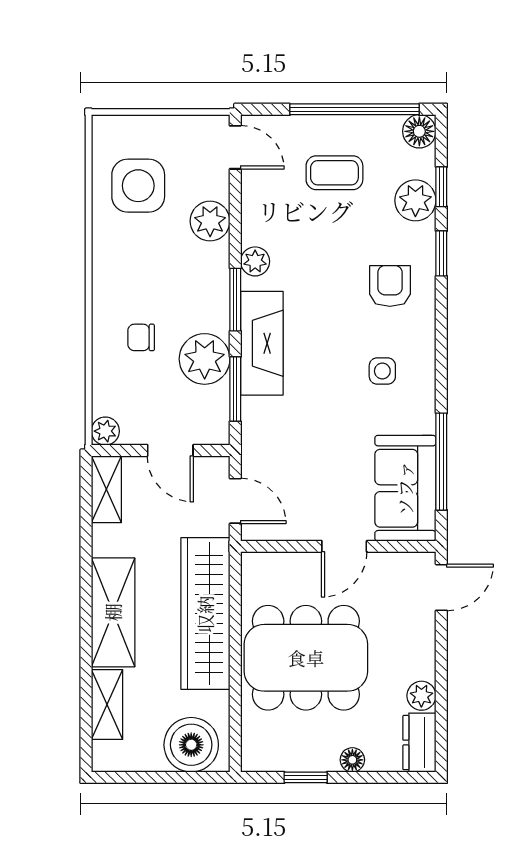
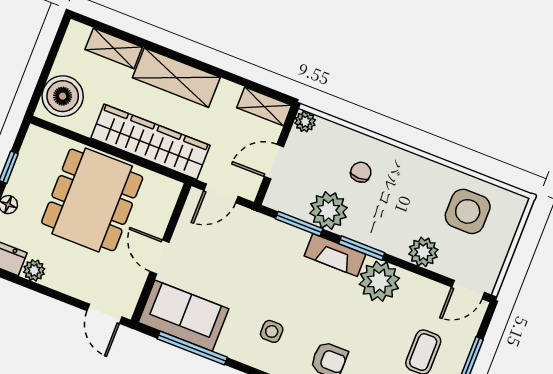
plant: (255, 261) -> (379, 281), width x1.87, depth x1.87
fireplace: (262, 343) -> (335, 255), width x0.73, depth x0.76

